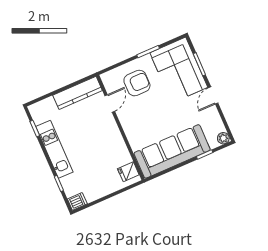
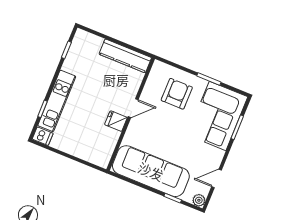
armchair: (137, 83) -> (177, 94), turned -90
door: (213, 95) -> (217, 178), moved
door: (110, 103) -> (133, 108), moved
kitchen unit: (54, 149) -> (57, 101), moved
fridge: (128, 172) -> (116, 121), moved

